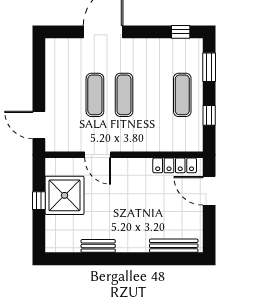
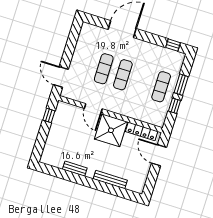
window: (209, 67) -> (181, 85), moved
shower: (65, 195) -> (111, 130), moved
window: (39, 201) -> (49, 115), moved
bench: (174, 246) -> (110, 180), moved

